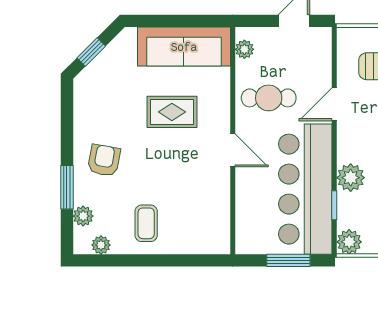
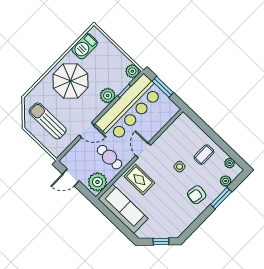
plant: (244, 49) -> (97, 182), width x1.87, depth x1.87
rug: (172, 112) -> (139, 180), moved
side table: (163, 176) -> (180, 167), added

